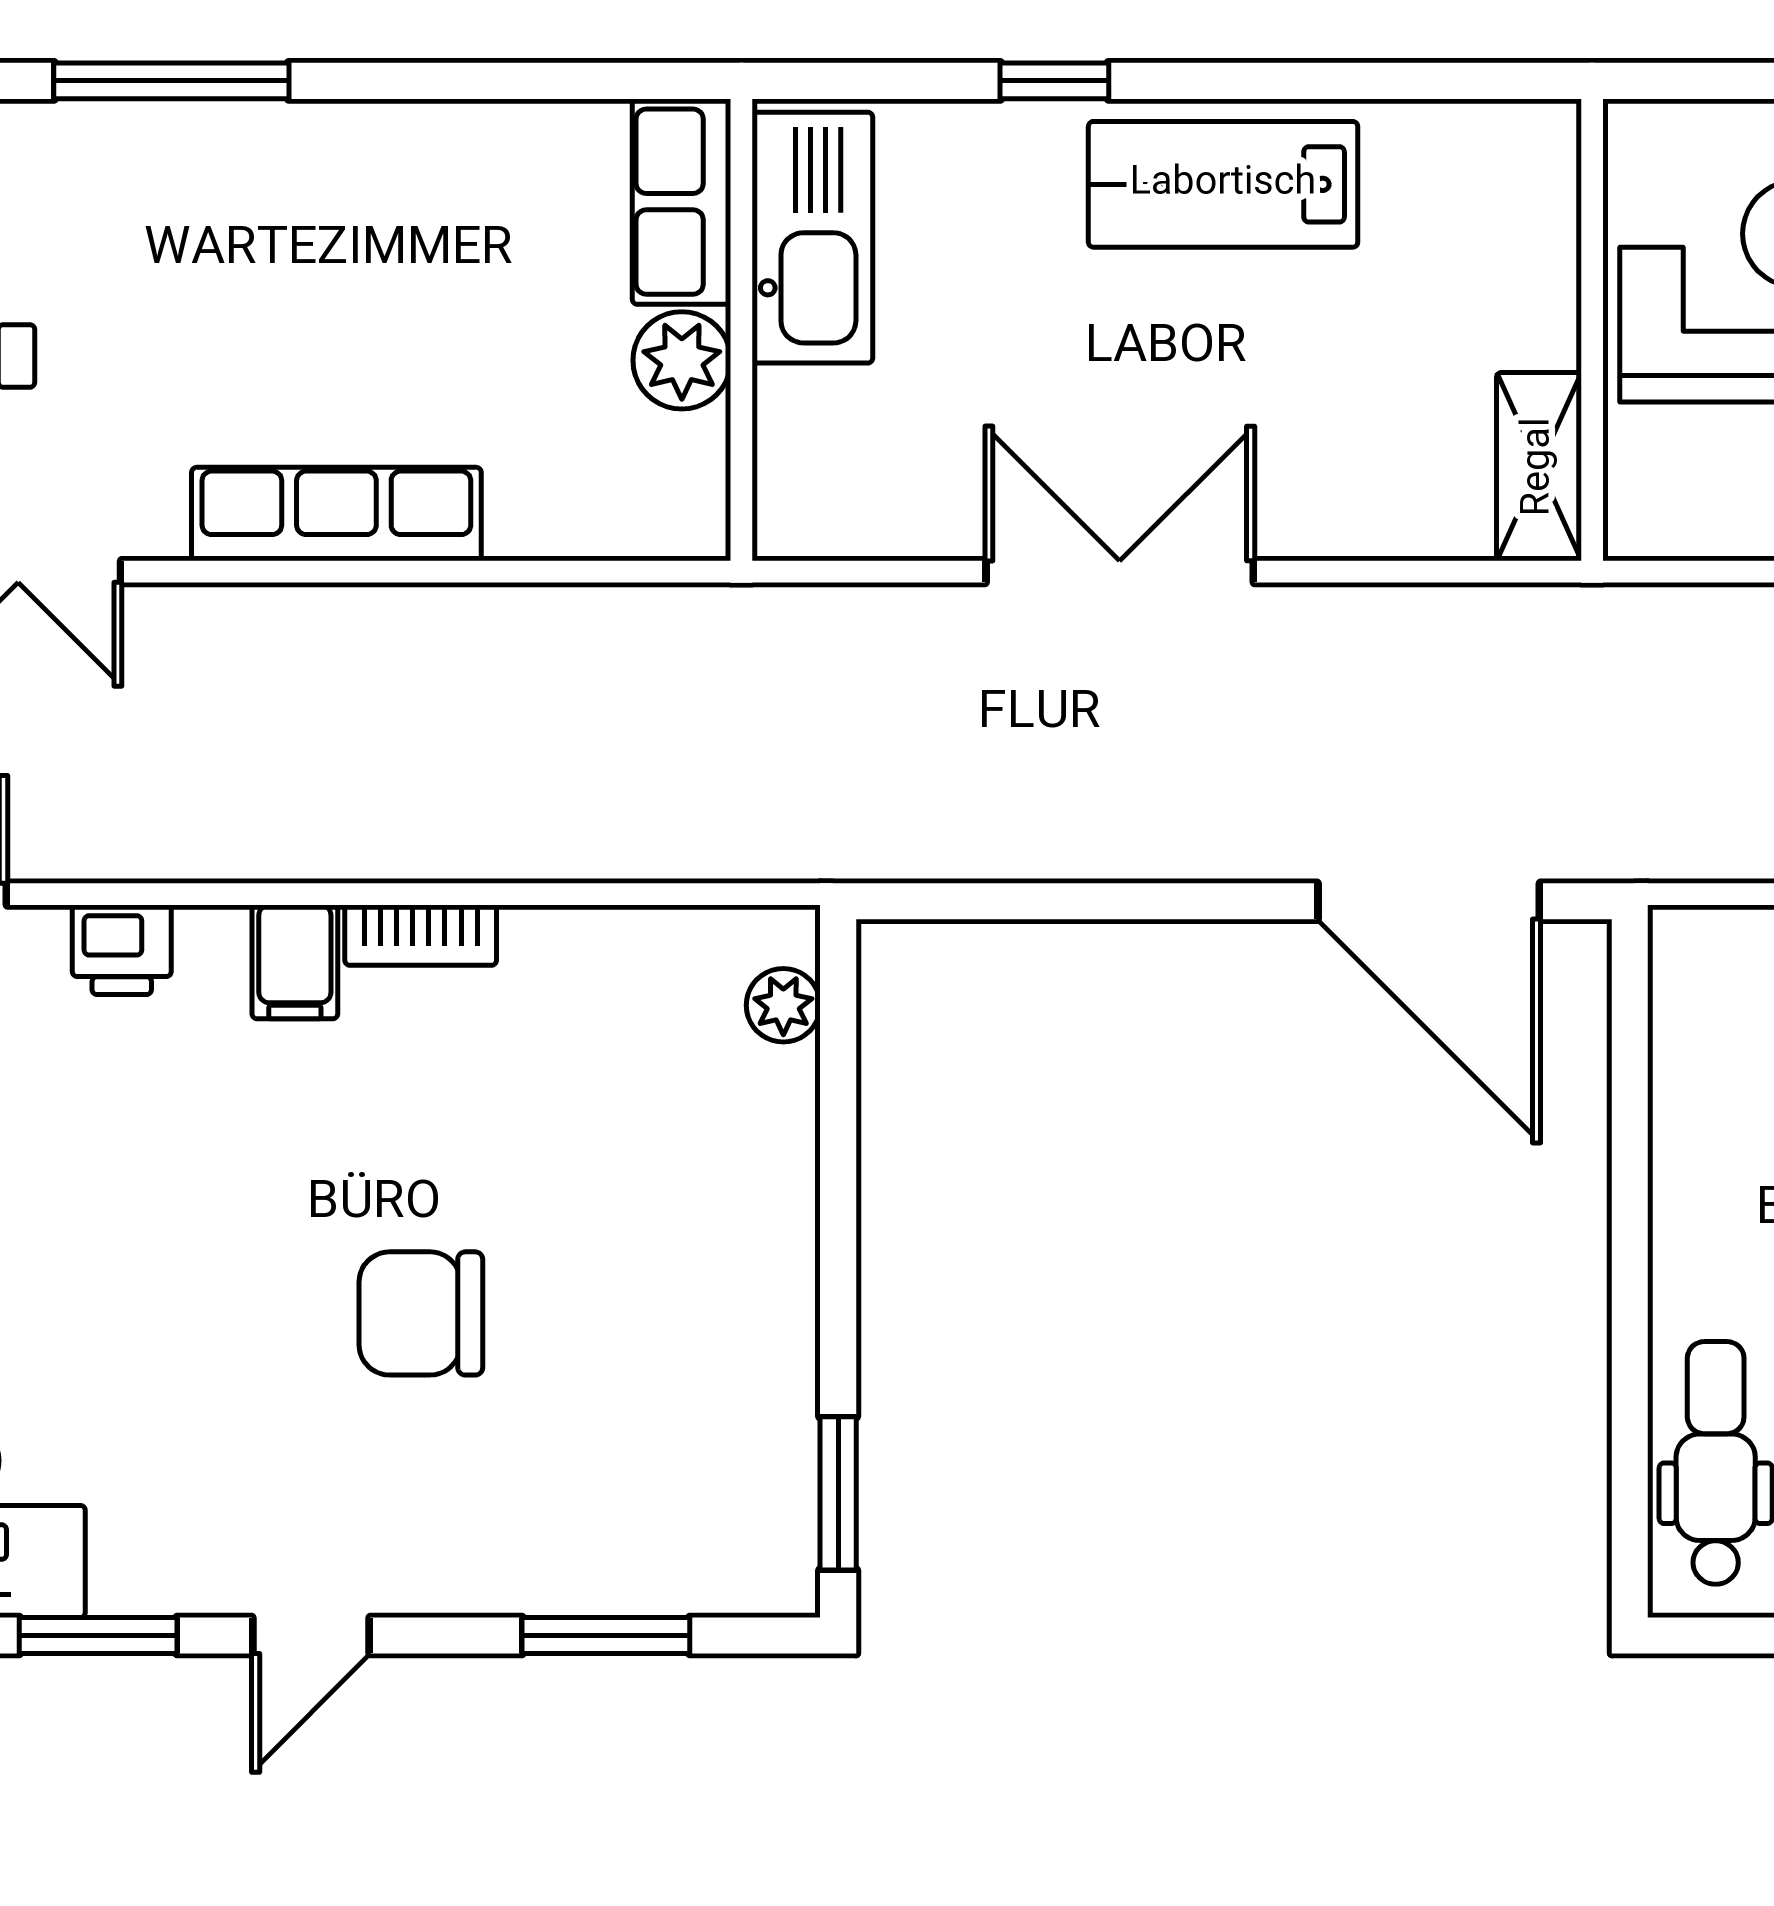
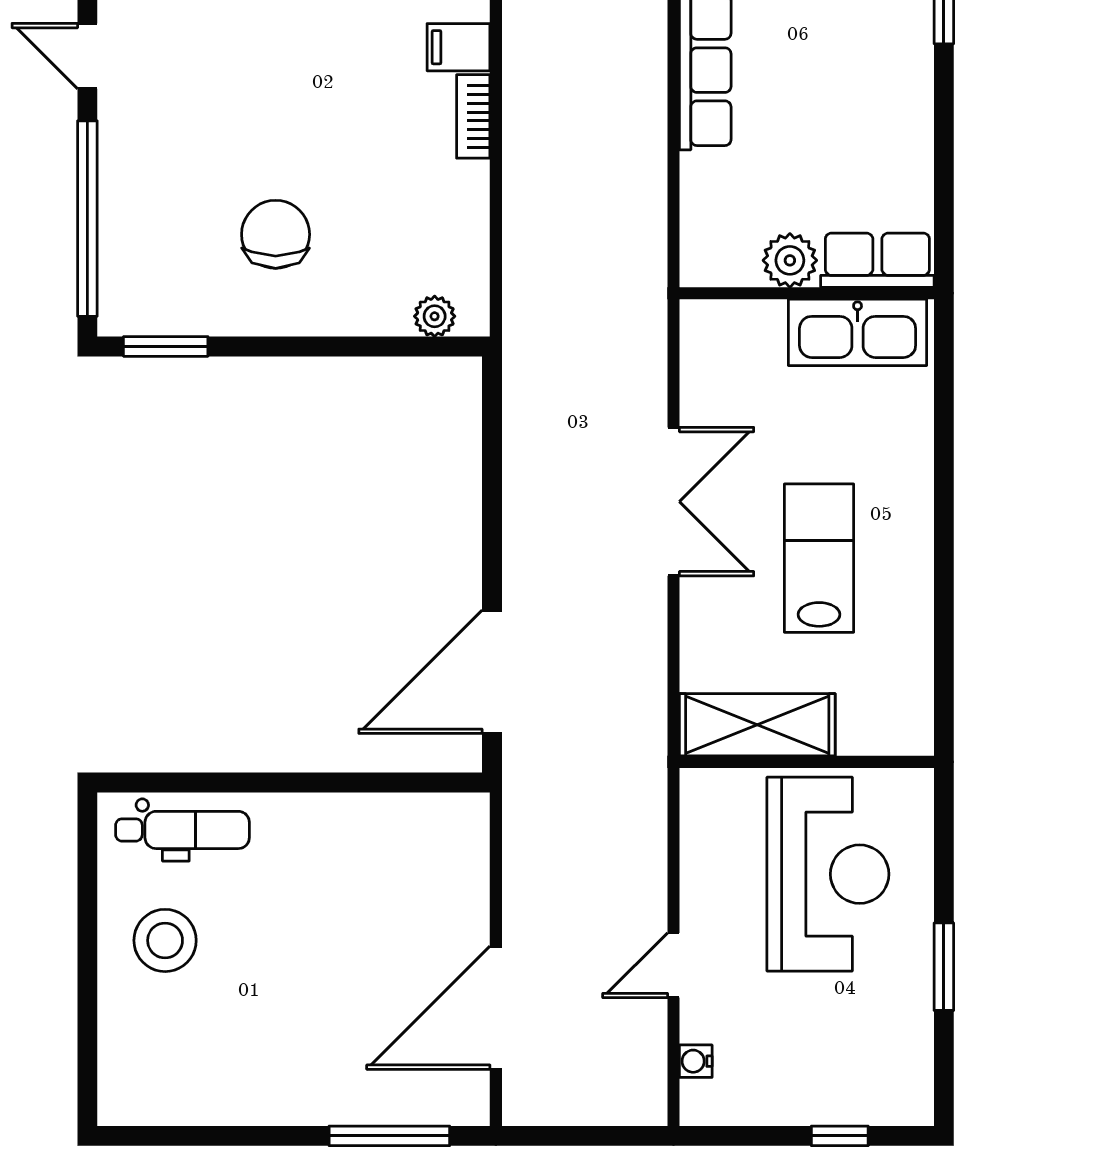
window: (1054, 81) -> (944, 466), removed
lab bench: (1223, 184) -> (819, 558), moved
shelving: (1539, 467) -> (757, 725), width x1.50, depth x1.33
chair: (421, 1313) -> (276, 234), moved
window: (606, 1635) -> (87, 219), width x2.11

